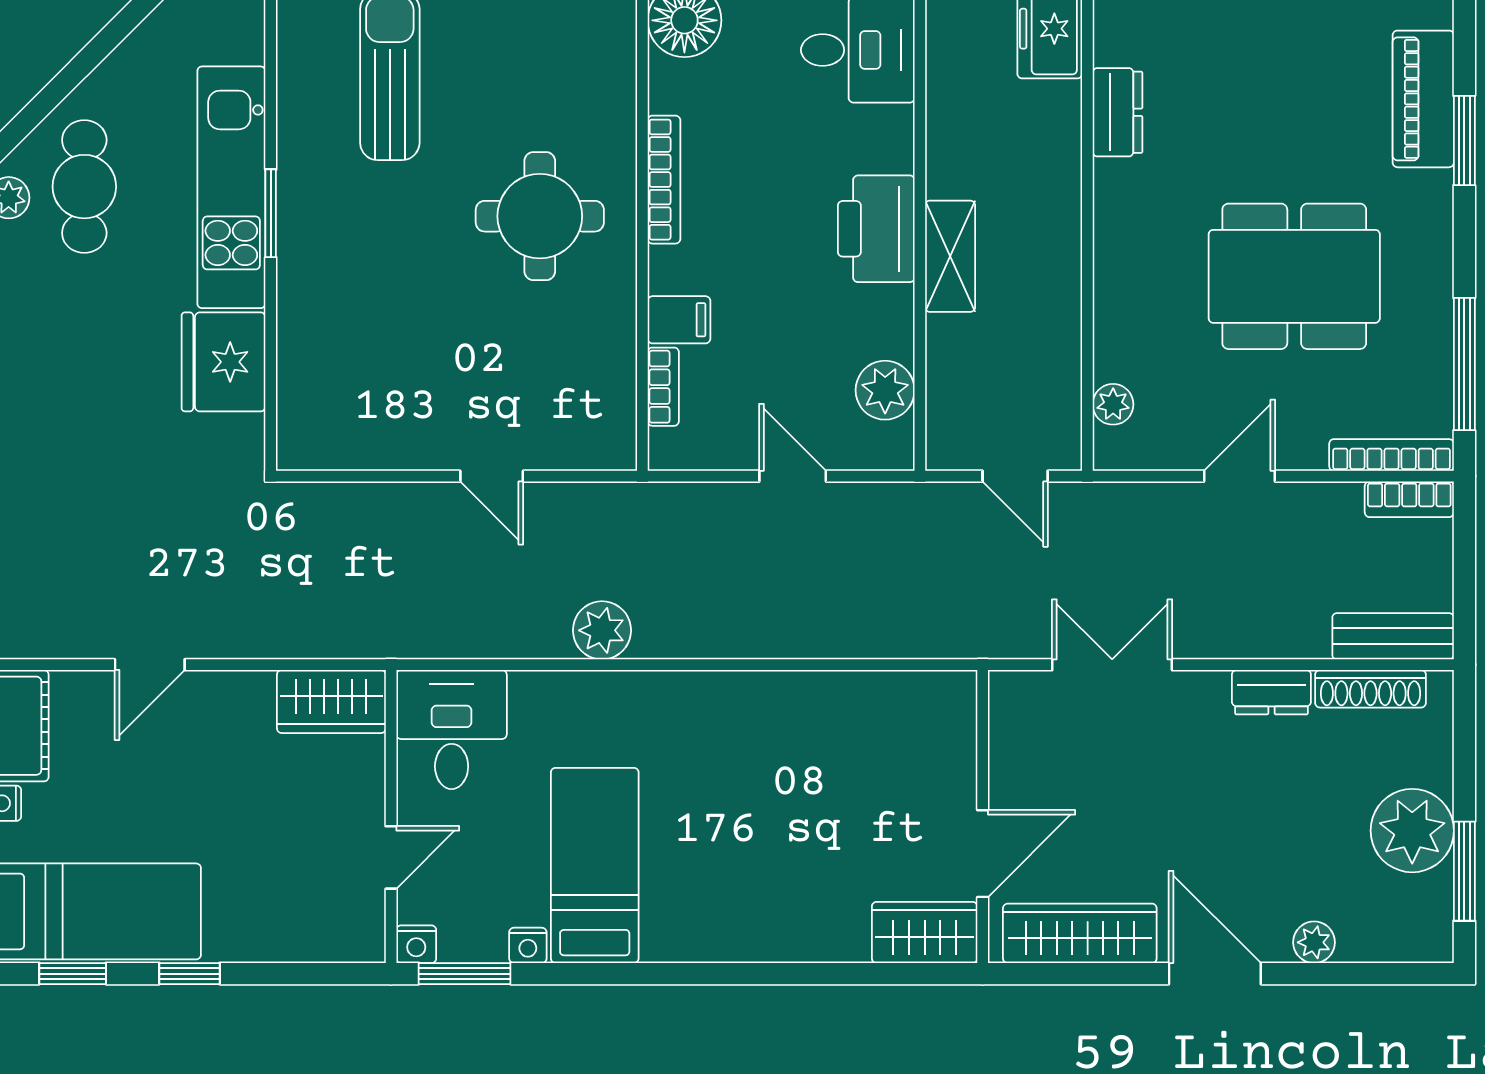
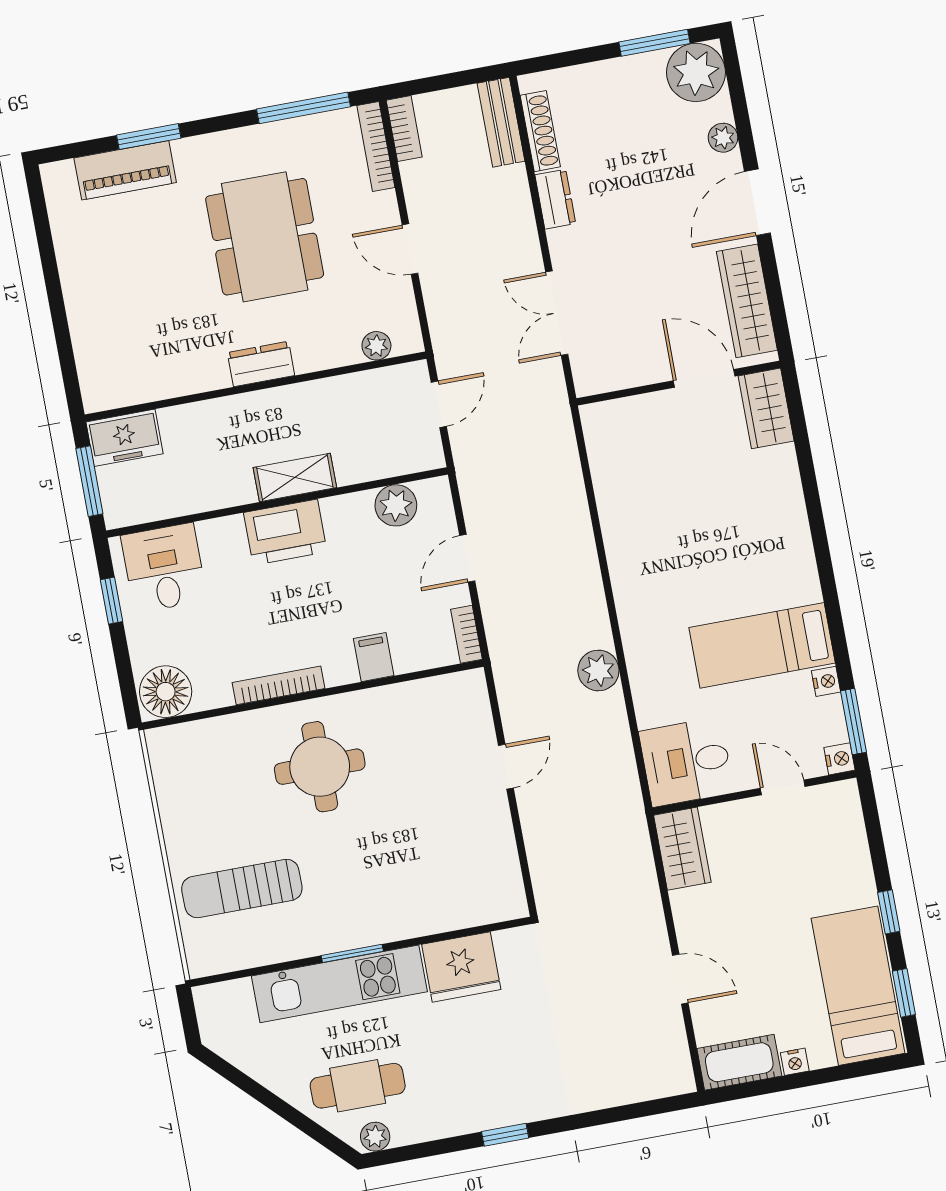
dresser: (1117, 112) -> (261, 364), moved
bookcase: (663, 387) -> (466, 634), moved, turned -90
plant: (1412, 831) -> (696, 72), moved

